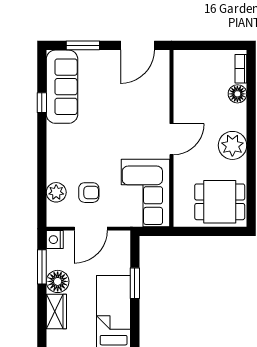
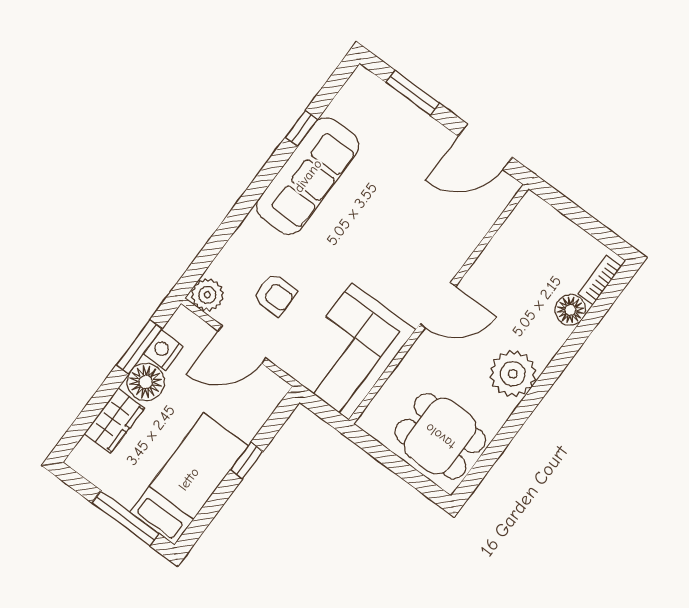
sofa: (62, 87) -> (308, 176), moved
plant: (56, 192) -> (207, 295), moved
nightstand: (55, 240) -> (163, 350), moved
window: (135, 283) -> (247, 461), width x0.67

